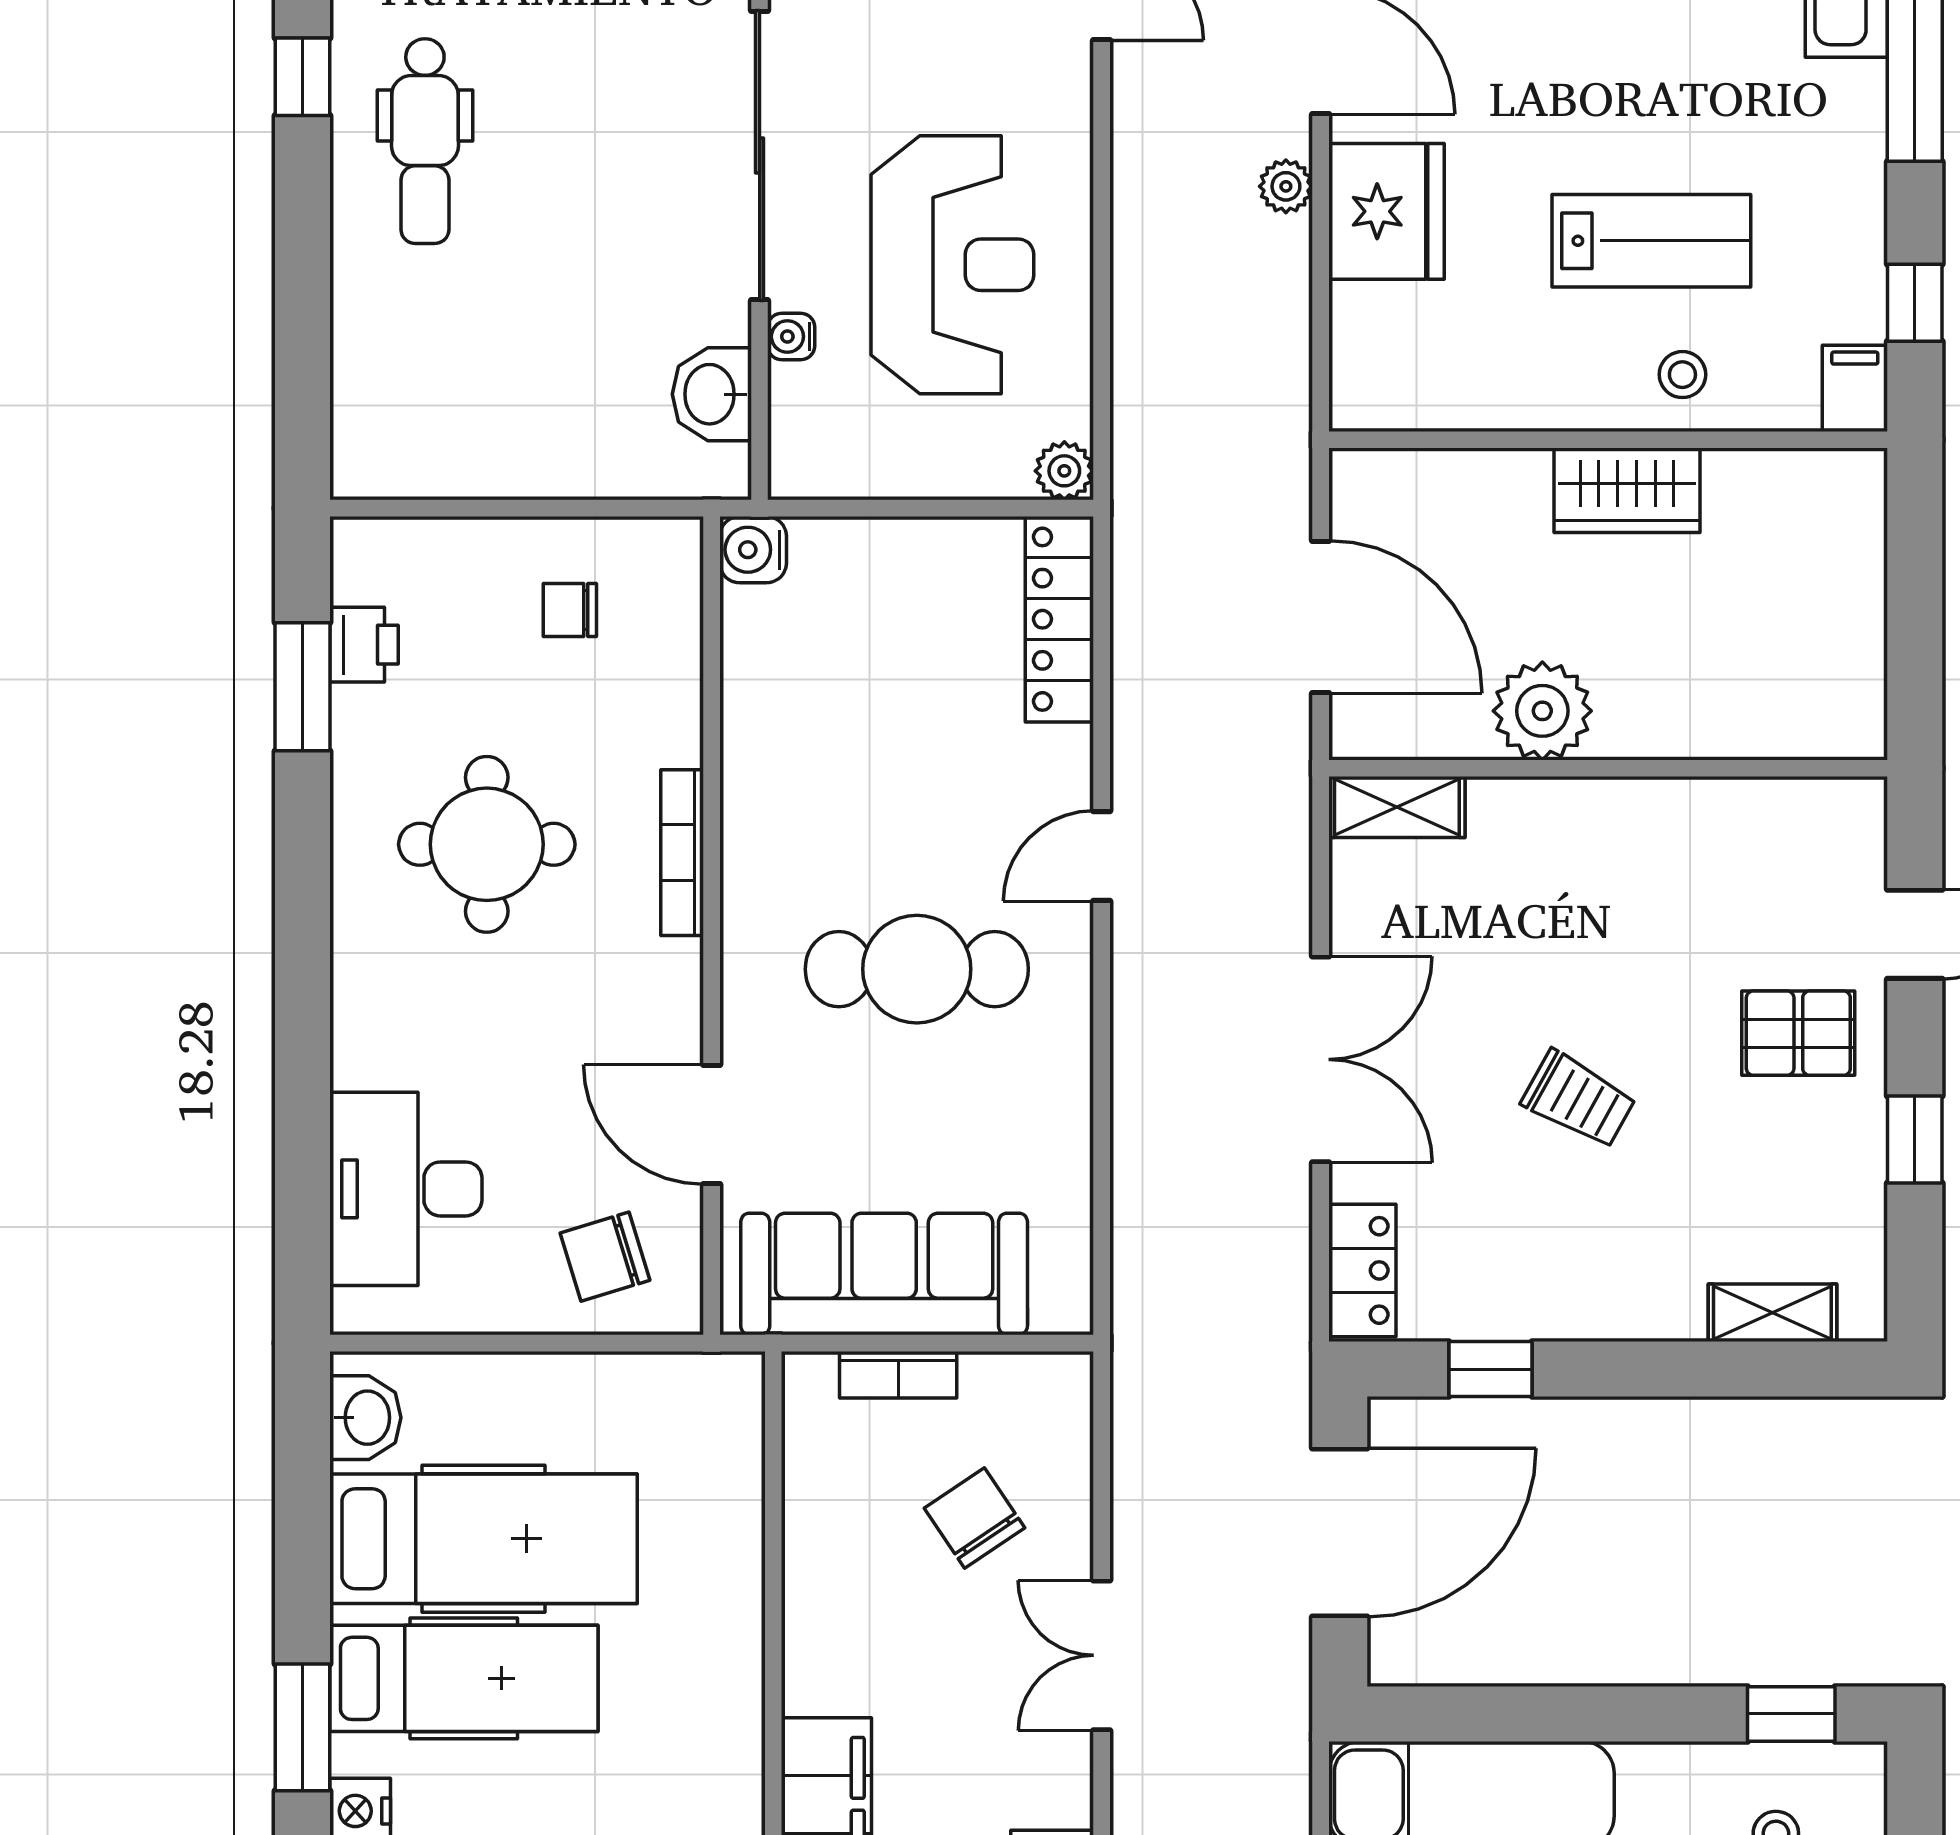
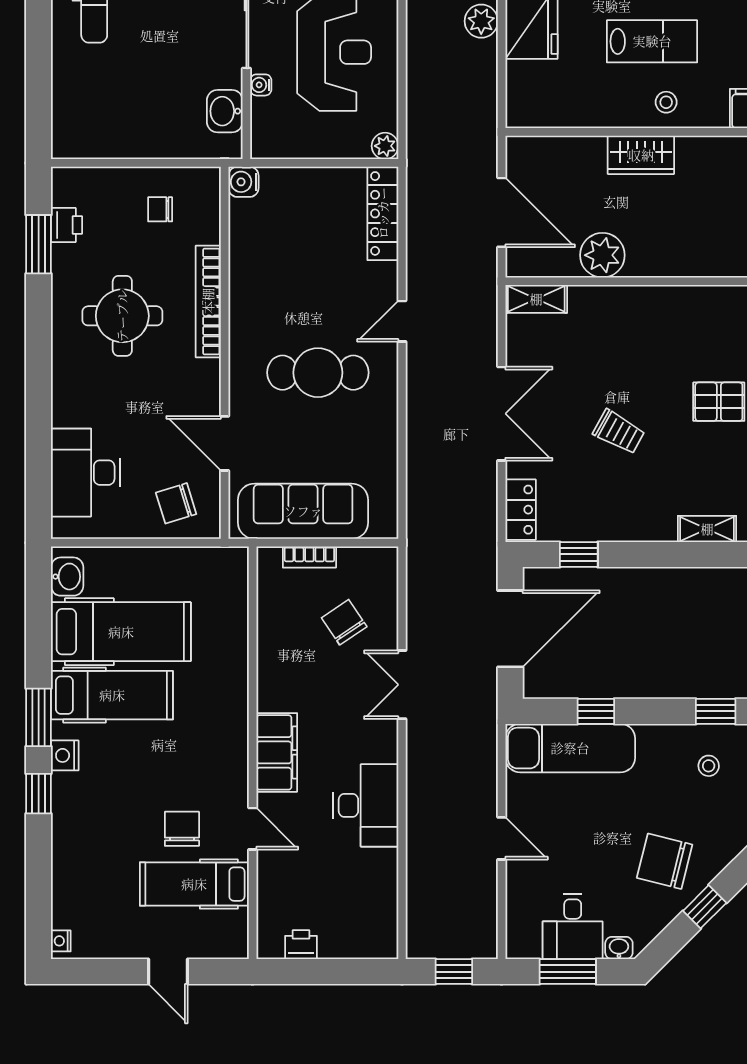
plant: (1286, 186) -> (481, 21), width x1.38, depth x1.38
bookcase: (682, 853) -> (208, 301), width x1.48, depth x1.31
window: (1528, 1714) -> (596, 711), added

